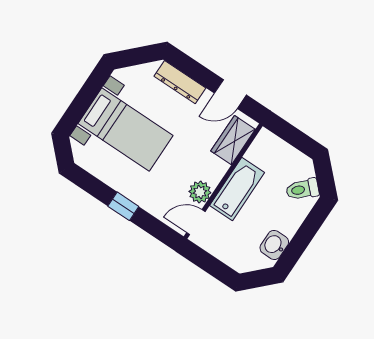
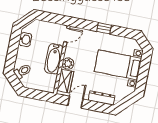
plant: (200, 192) -> (68, 64), moved

